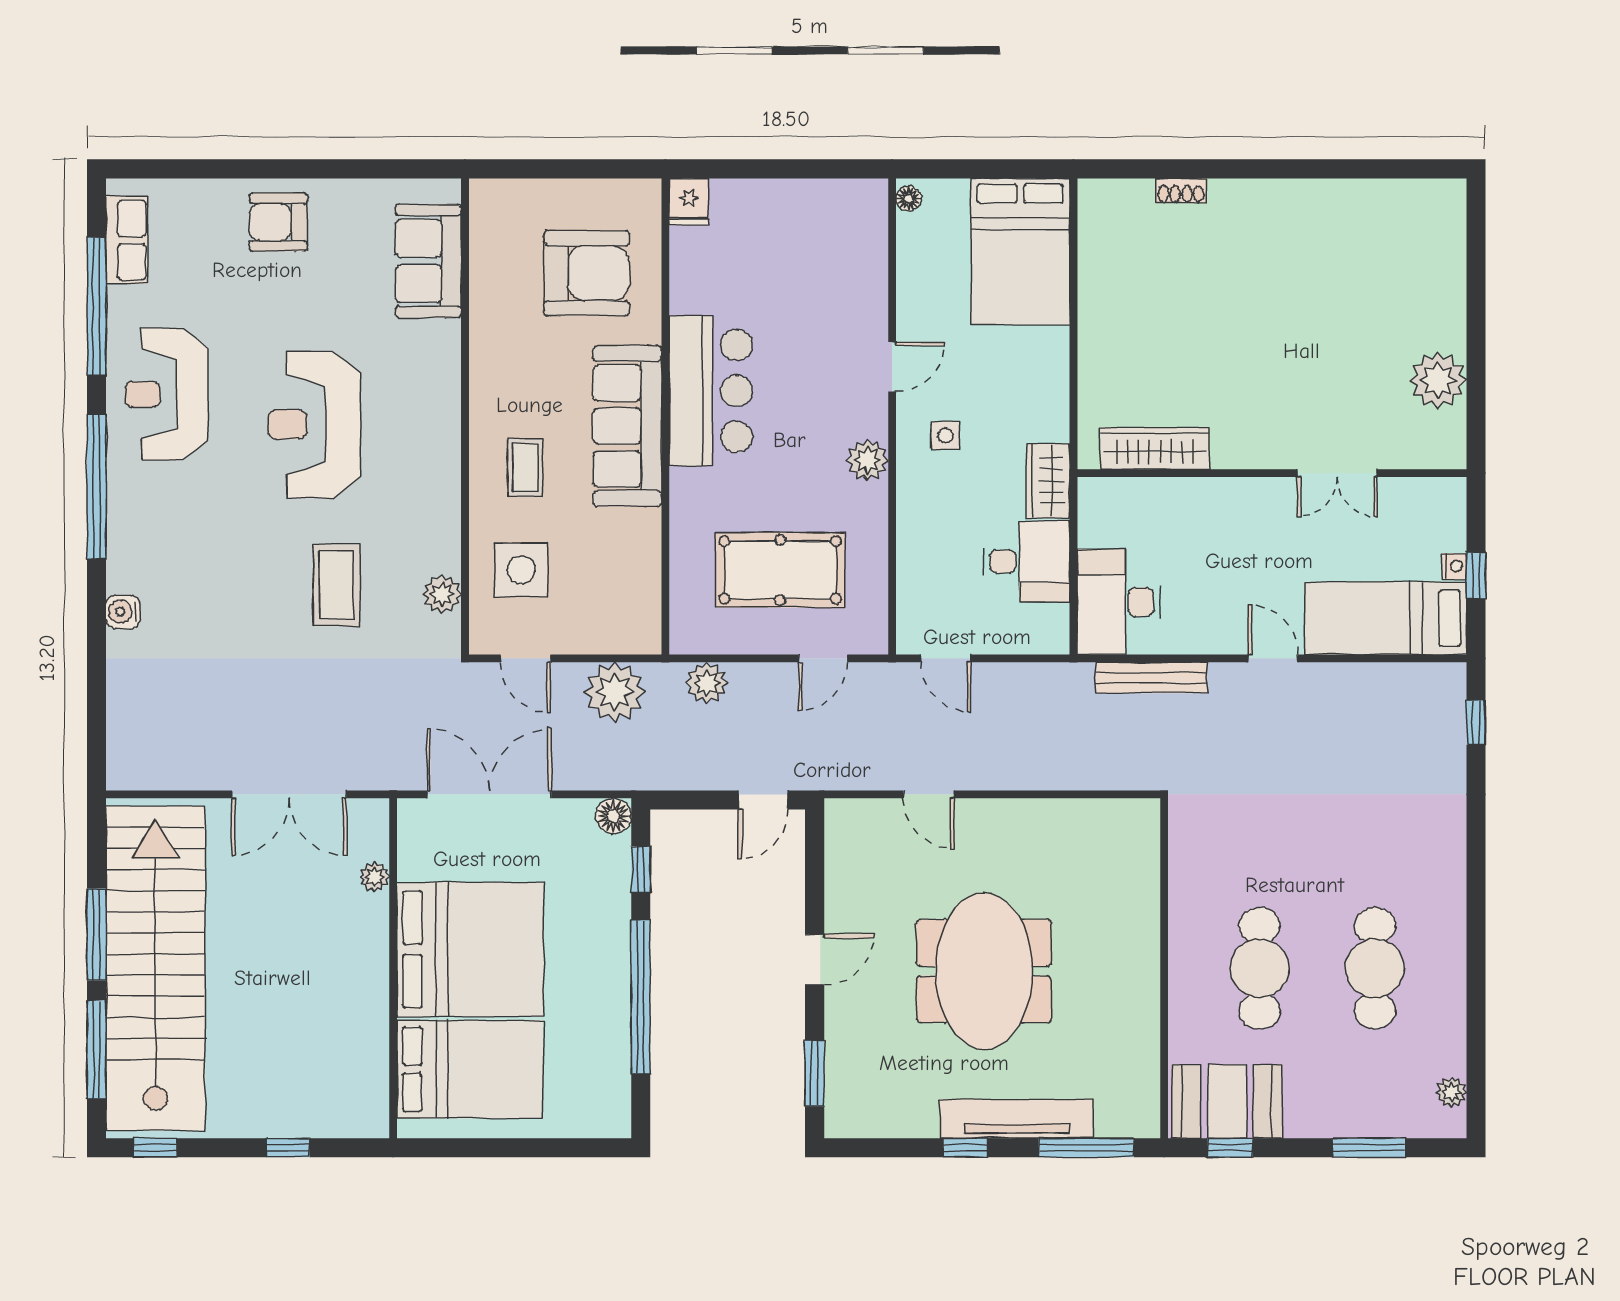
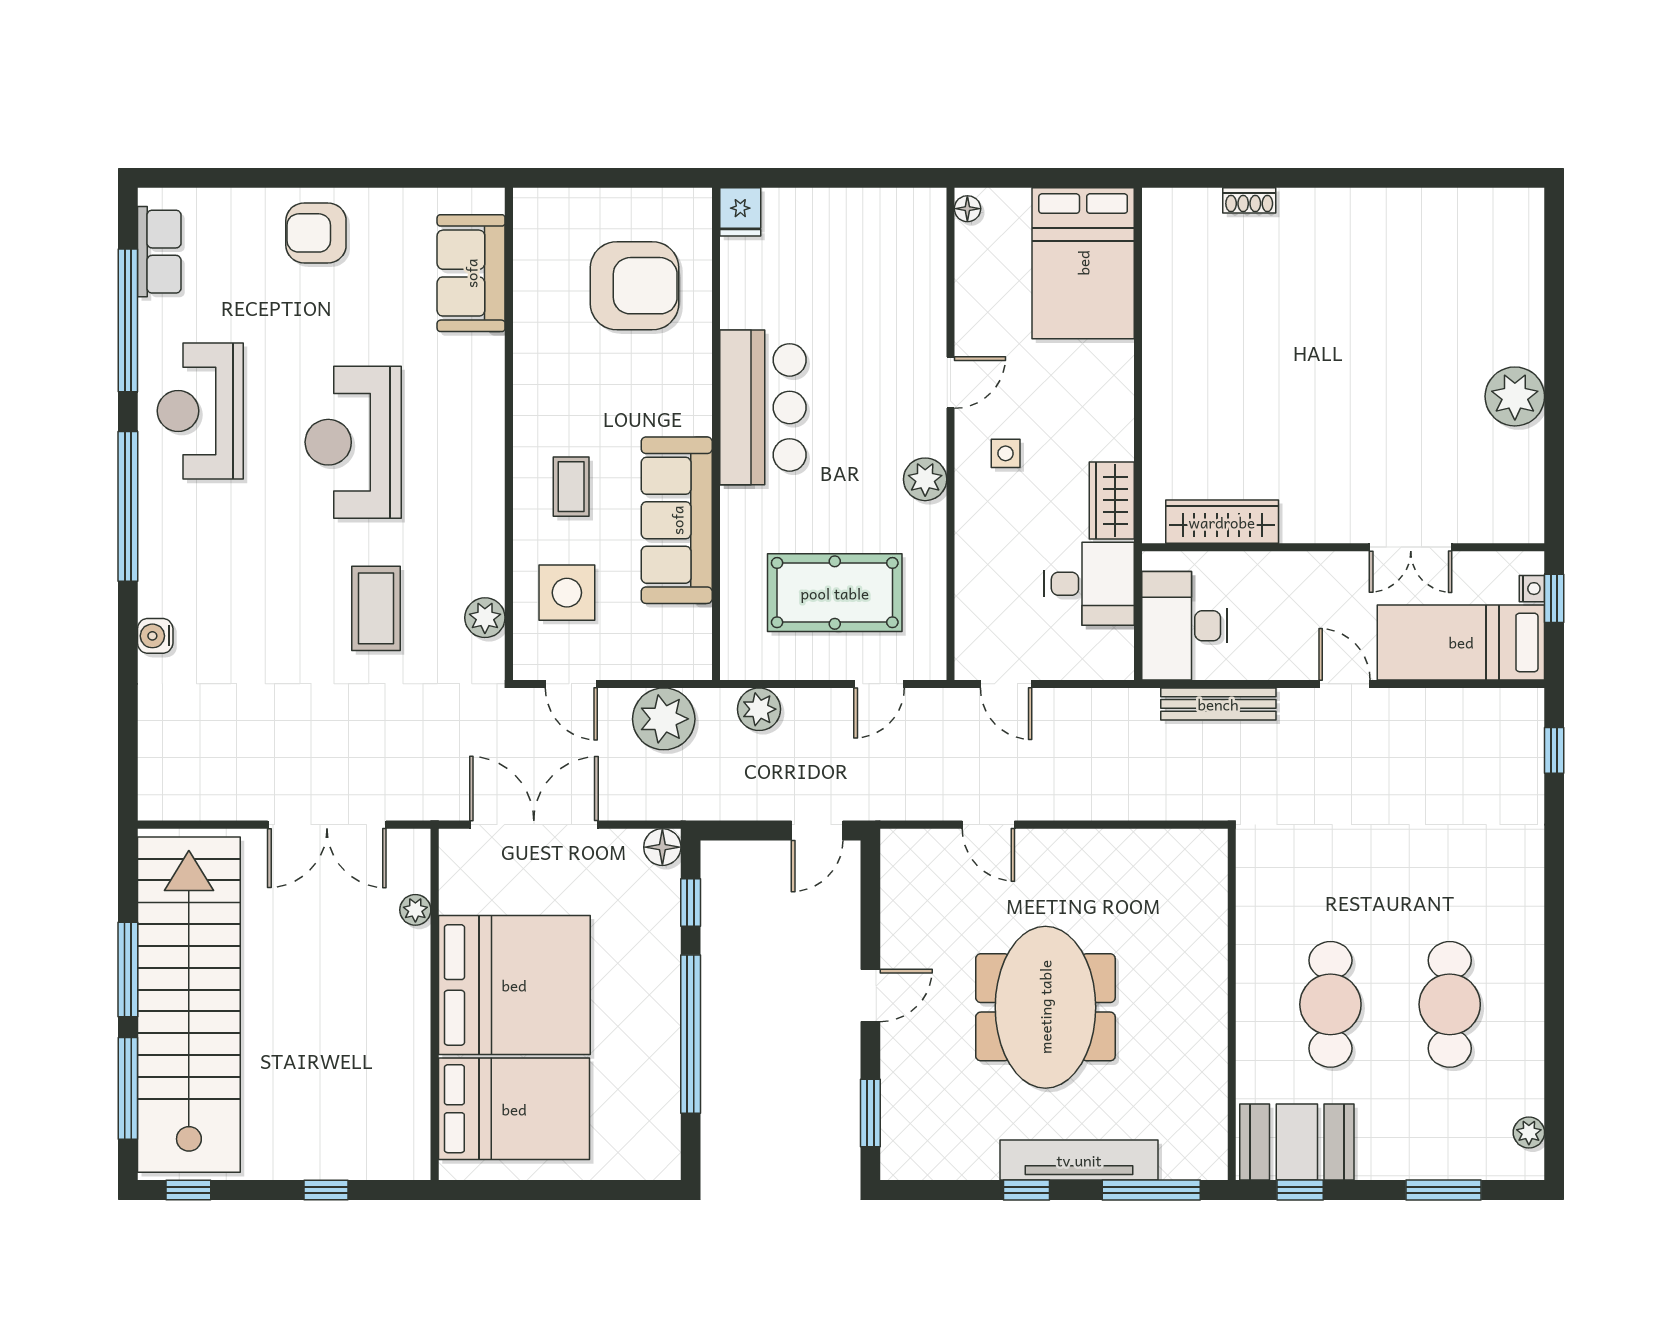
sofa: (627, 426) -> (677, 520), moved
wardrobe: (1155, 448) -> (1222, 522), moved
wall: (1272, 473) -> (1343, 547), moved
double door: (1337, 473) -> (1411, 547), moved

